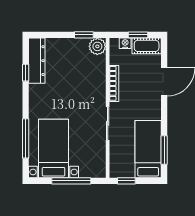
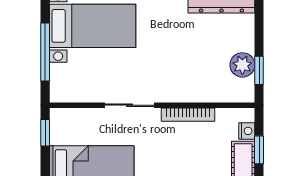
plant: (97, 46) -> (242, 65), moved

